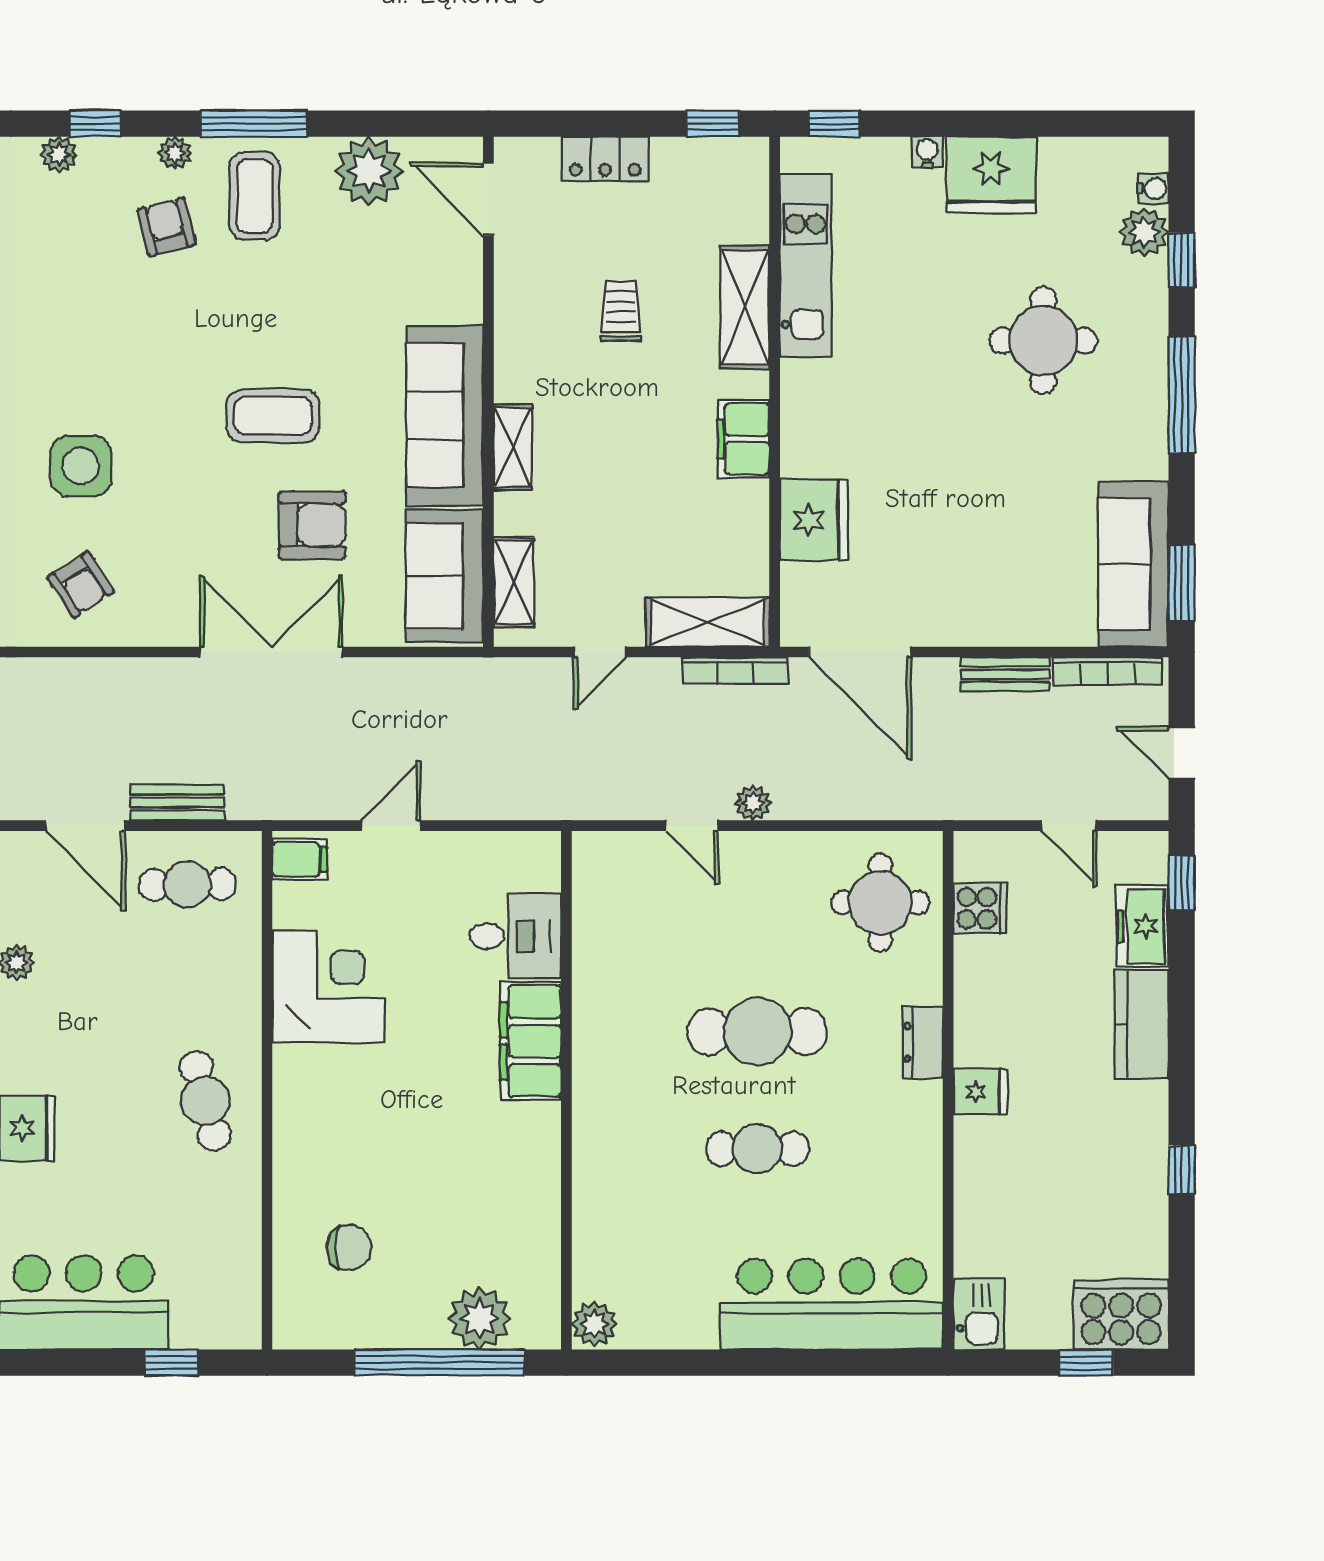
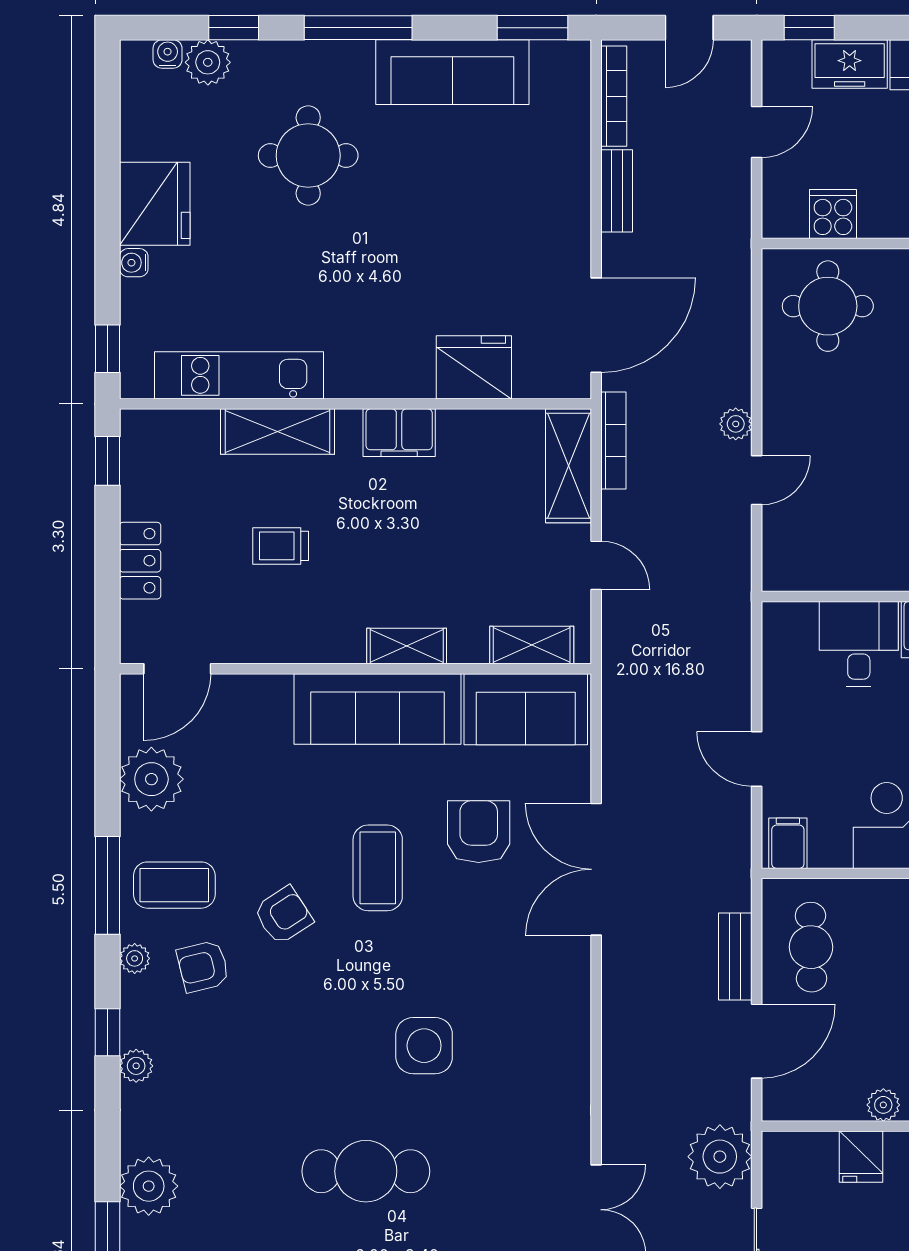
sofa: (1133, 564) -> (452, 72), moved
armchair: (81, 585) -> (283, 915), moved

